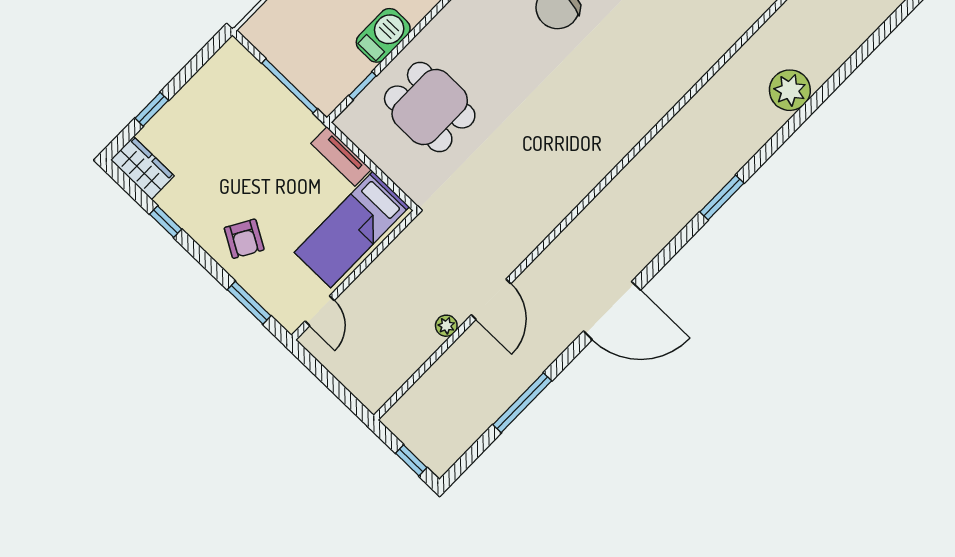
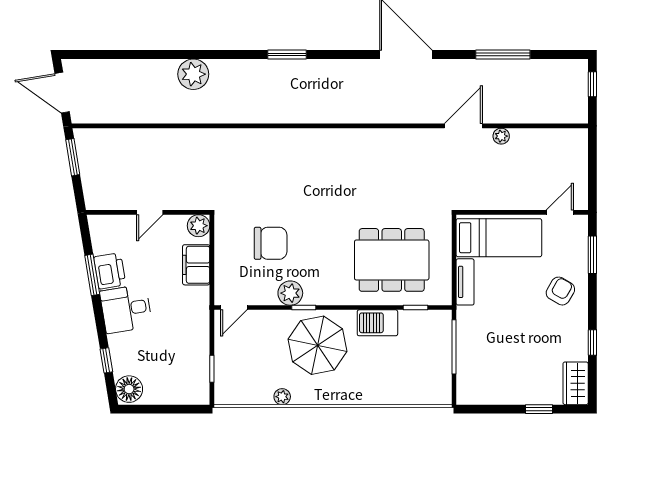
dining table: (430, 107) -> (392, 260), width x1.38

